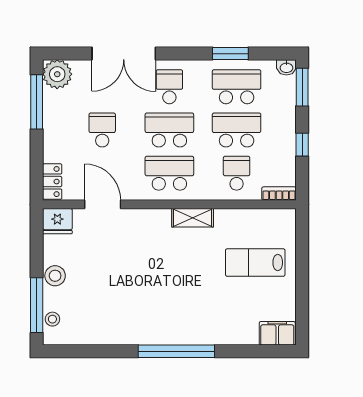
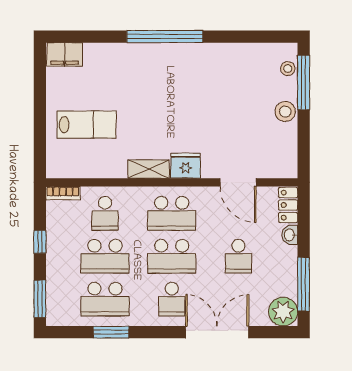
washbasin: (286, 67) -> (290, 235), moved, turned -90
fridge: (57, 221) -> (186, 166), moved

